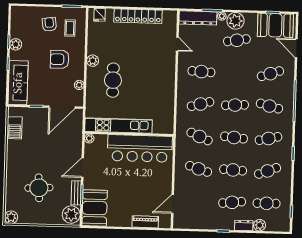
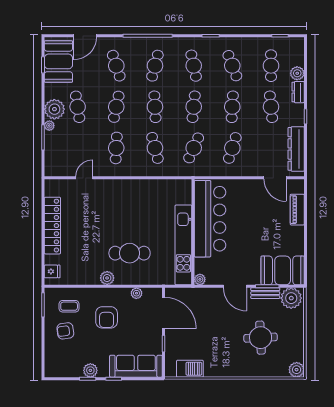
dresser: (198, 18) -> (296, 149), moved, turned 180
cafe table: (236, 73) -> (116, 107), added

